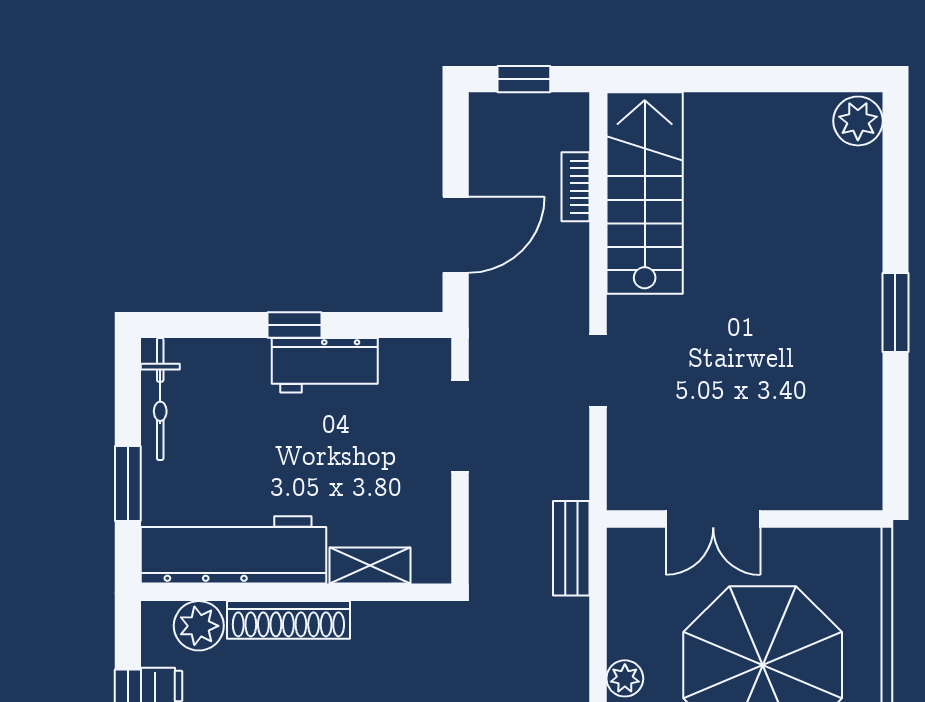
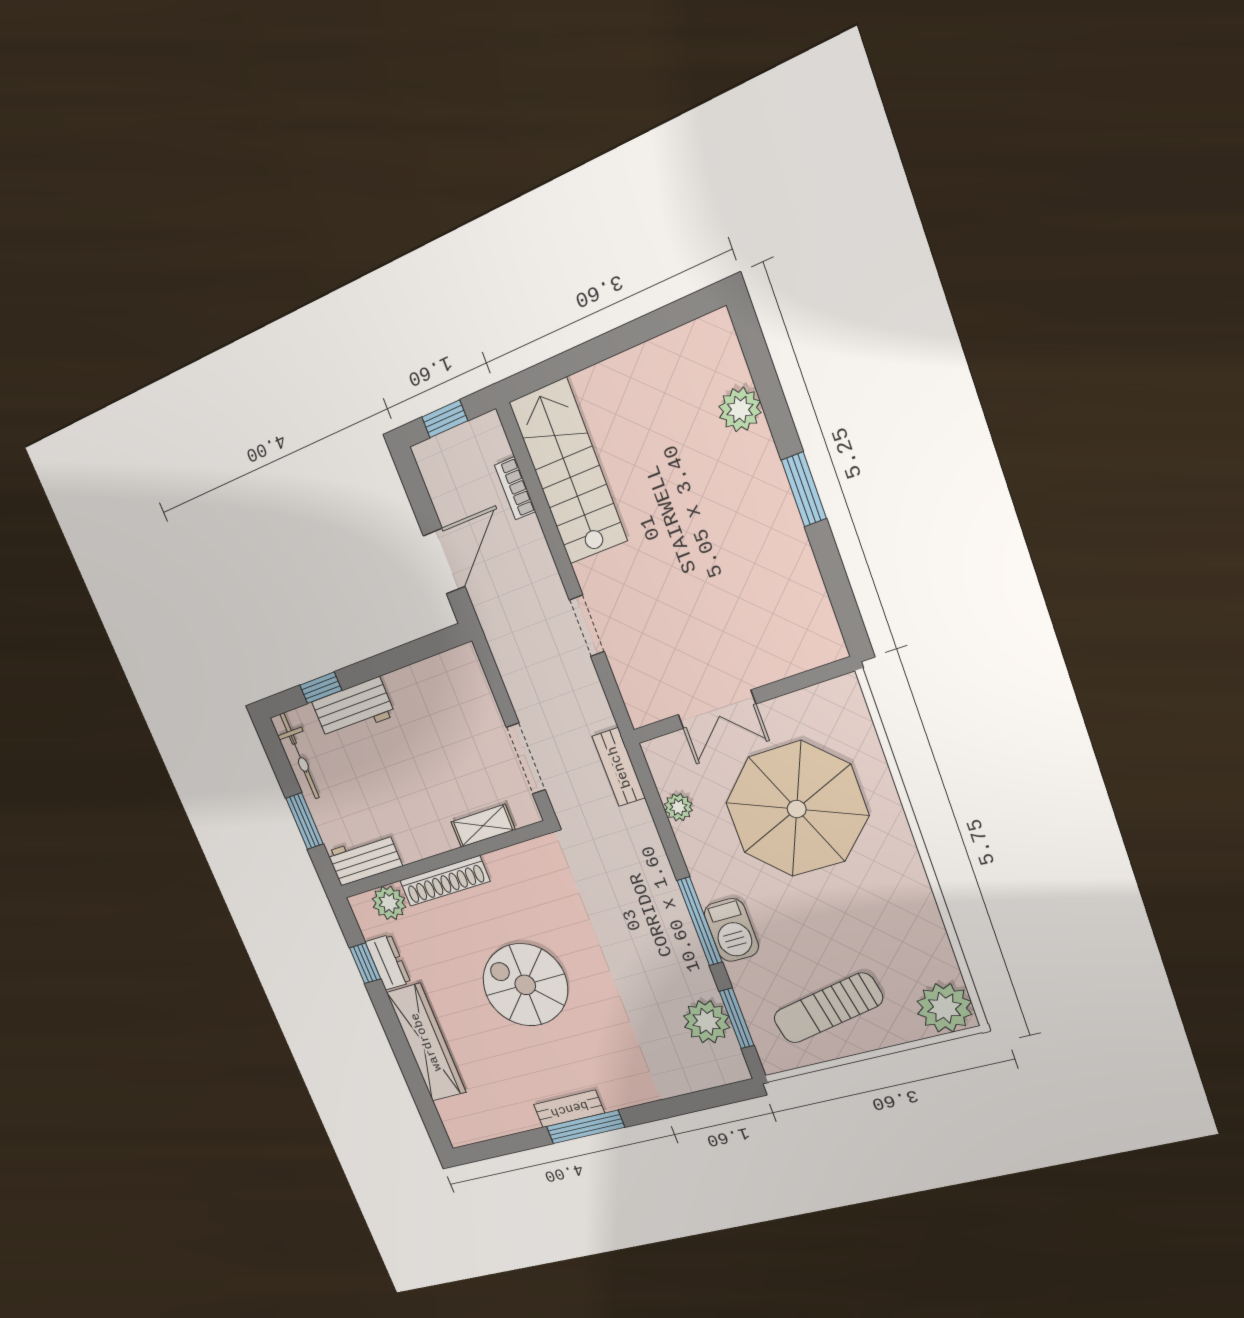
plant: (858, 121) -> (740, 409), moved
window: (295, 325) -> (321, 688), moved
workbench: (325, 365) -> (353, 709), moved
doorway: (460, 426) -> (526, 759), moved
workbench: (234, 550) -> (364, 859), width x0.53, depth x0.76
plant: (625, 678) -> (678, 807), moved

